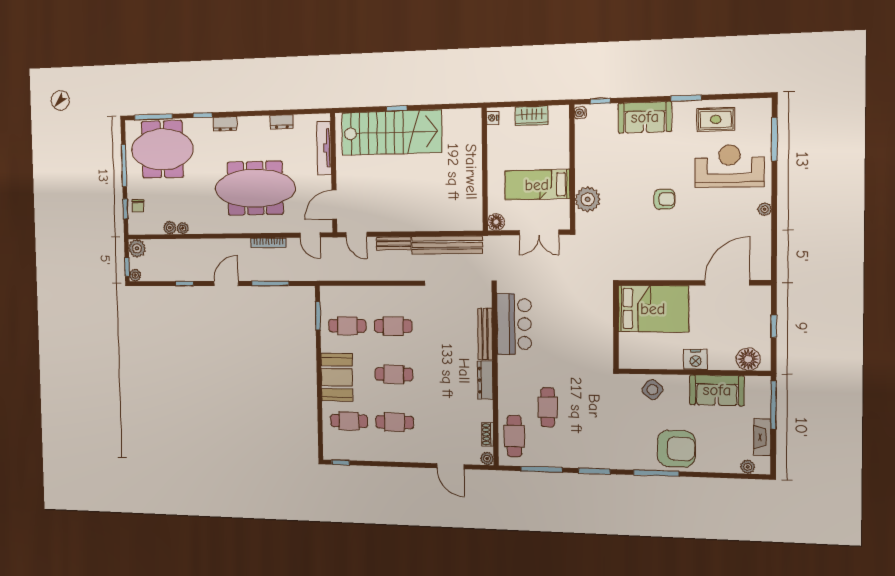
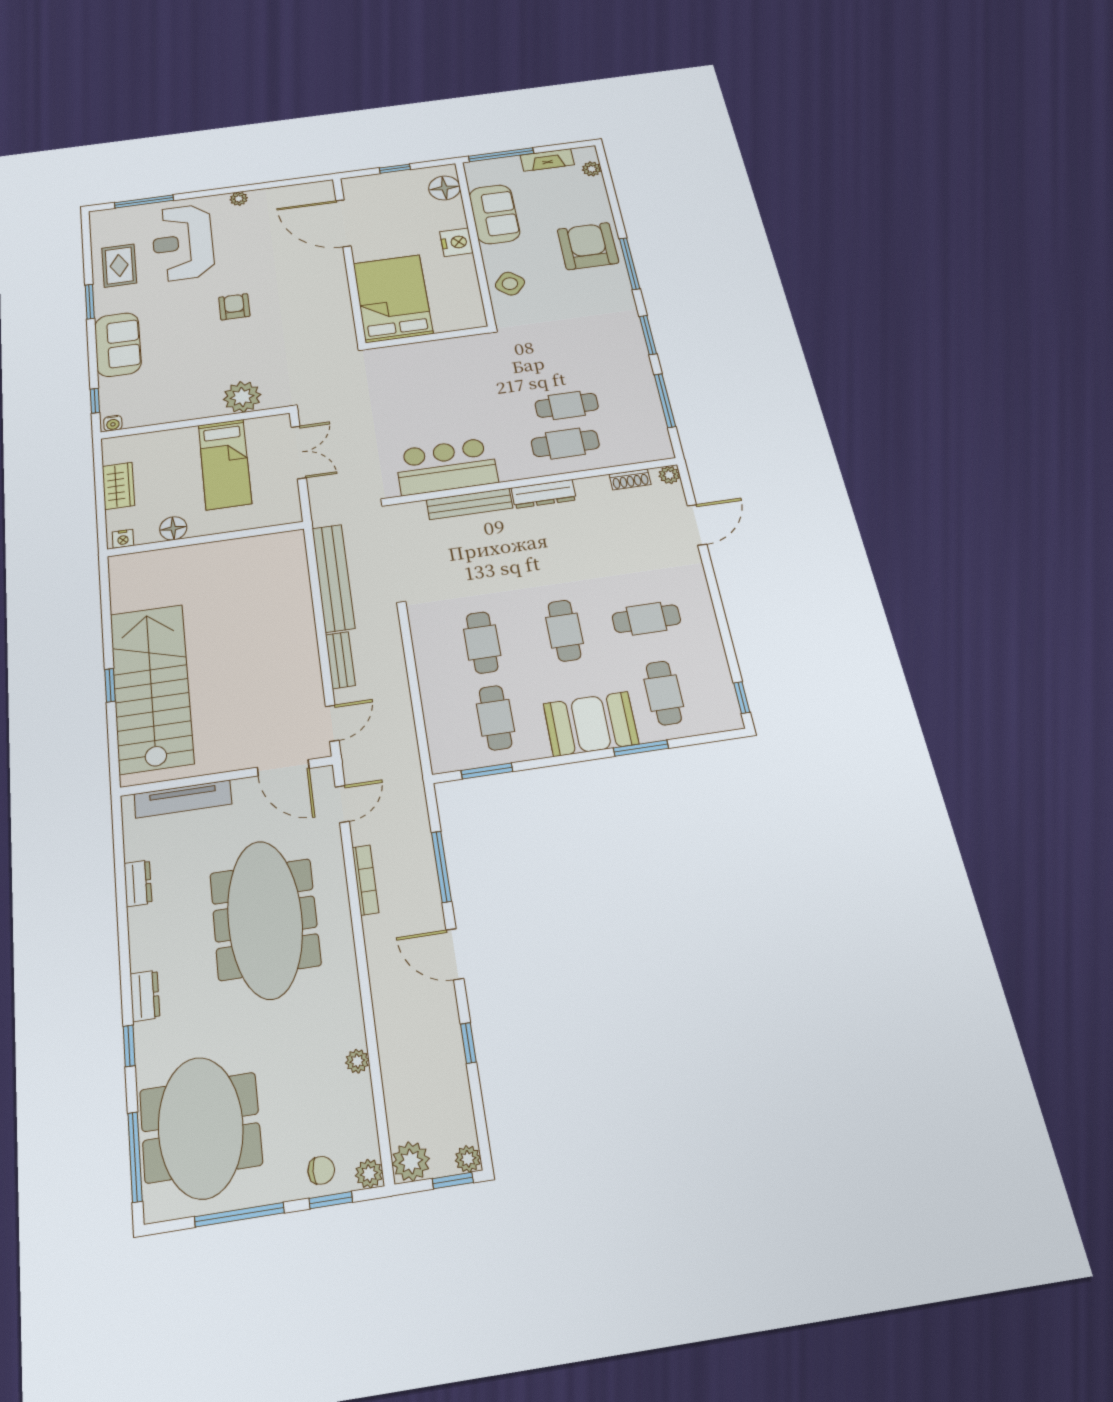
floor lamp: (496, 222) -> (173, 528), moved
plant: (170, 228) -> (369, 1174), moved
window: (320, 401) -> (641, 748), added
cafe table: (395, 422) -> (646, 619), turned 90
cafe table: (514, 436) -> (565, 444), moved

